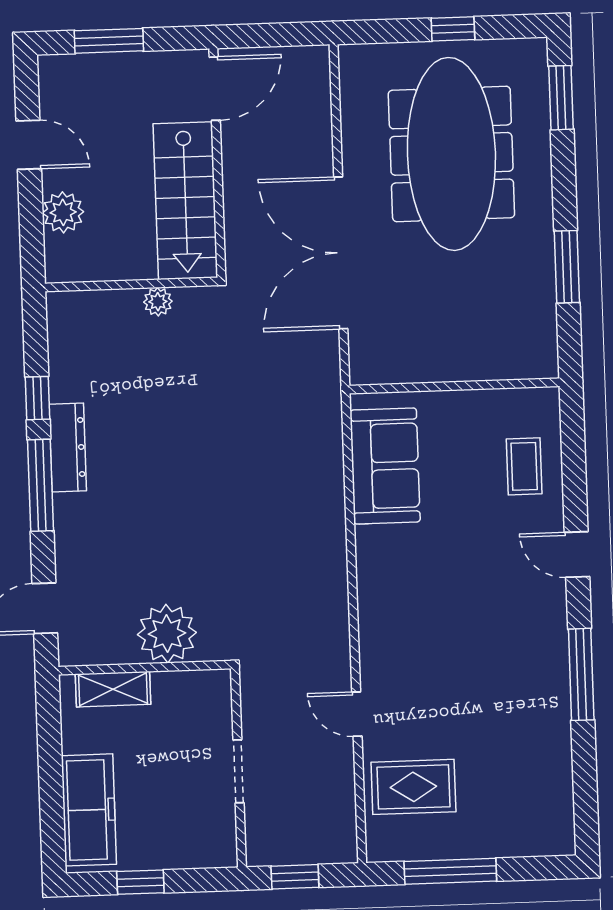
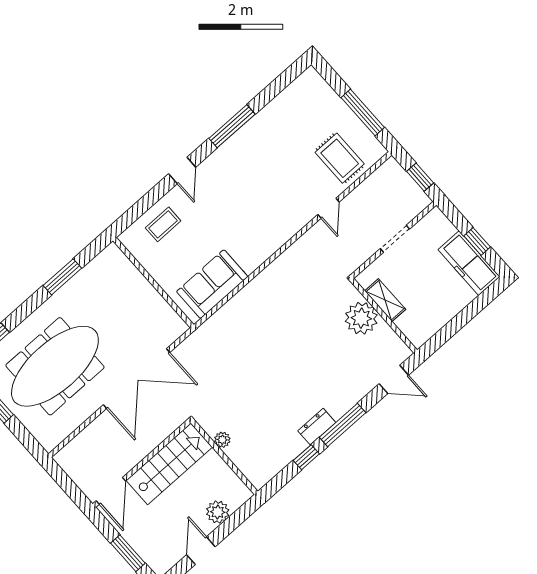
door: (215, 89) -> (111, 491), swing flipped
dresser: (68, 447) -> (317, 427), width x0.70
shelving: (113, 689) -> (385, 300), moved
freezer: (89, 810) -> (469, 263), moved, turned -90

